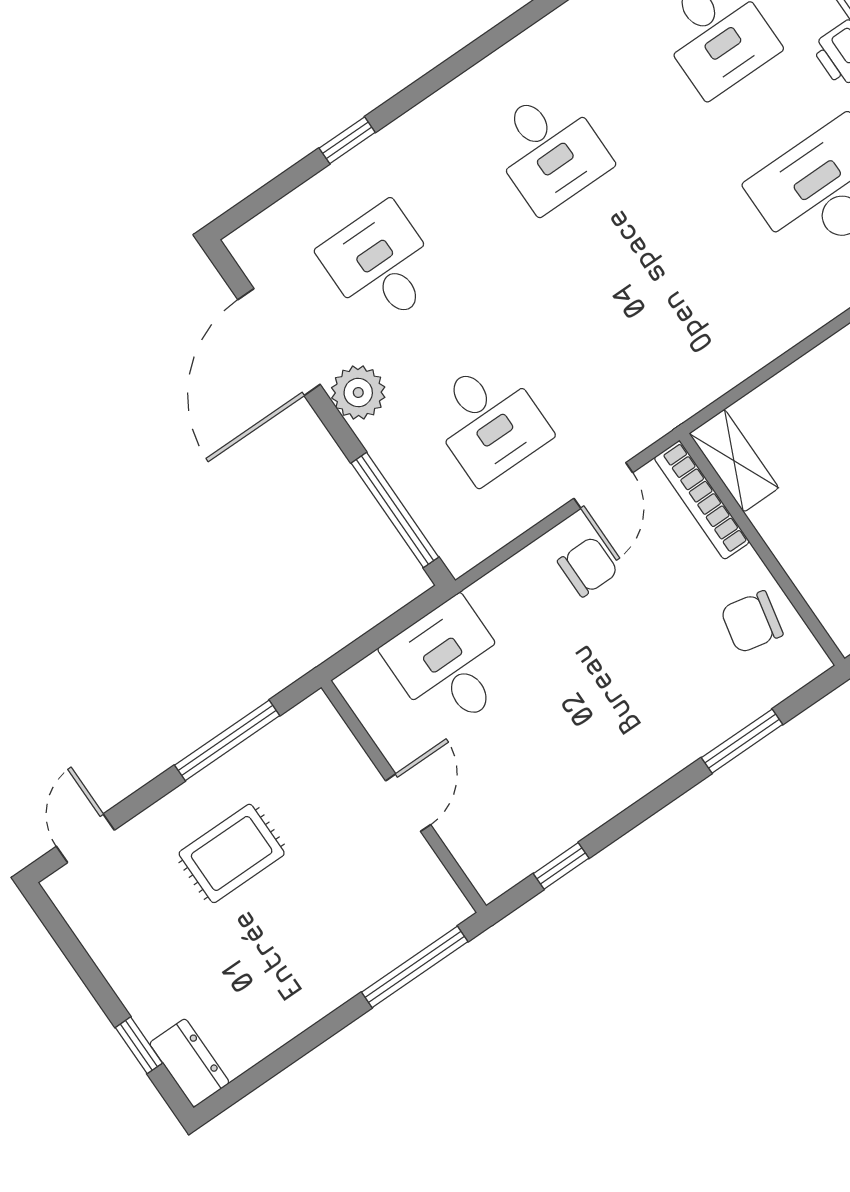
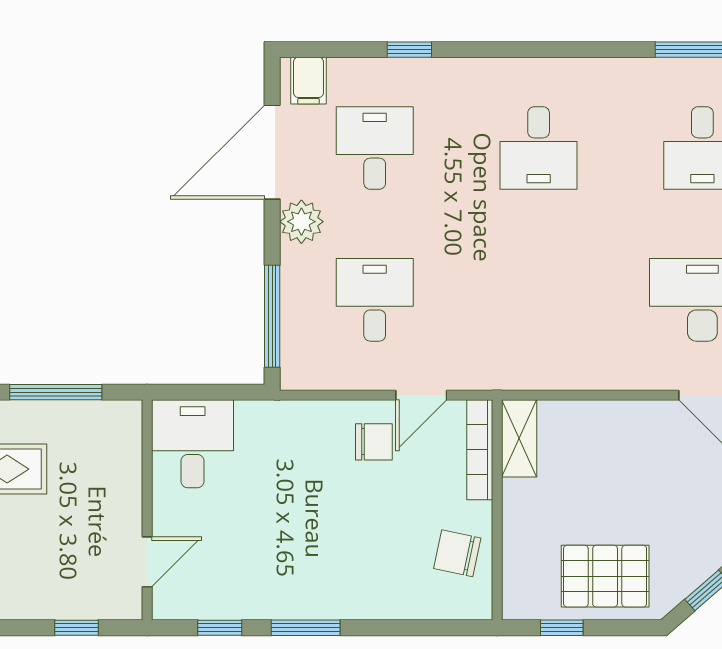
filing cabinet: (266, 243) -> (309, 81), added
desk: (488, 421) -> (375, 300), turned 180
desk: (449, 665) -> (193, 444), moved
window: (742, 741) -> (306, 628), moved
door: (408, 803) -> (147, 562), moved
window: (415, 967) -> (77, 628), width x0.46

